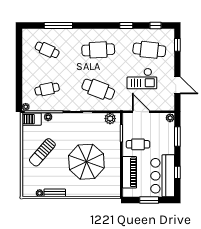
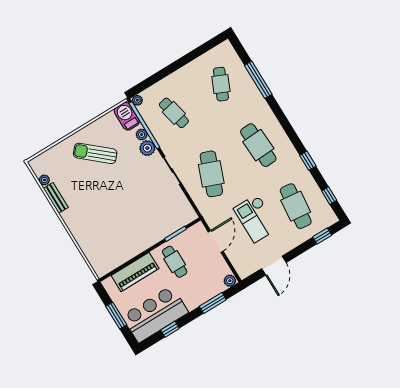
plant: (110, 119) -> (147, 148), moved
parasol: (86, 162) -> (116, 213), removed

